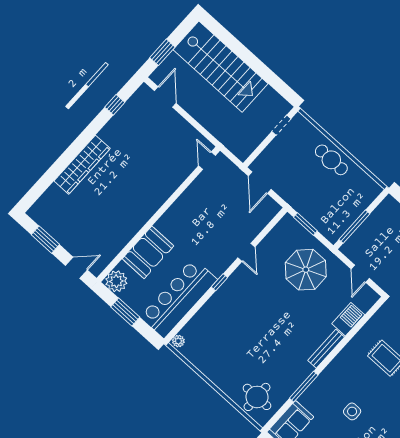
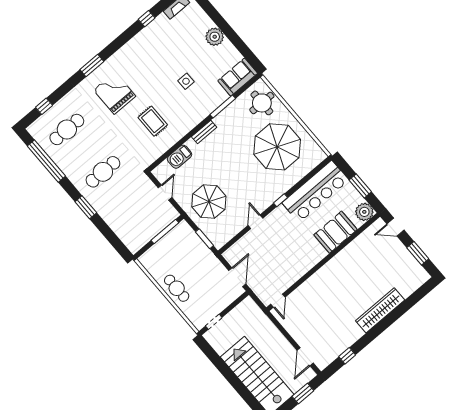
plant: (178, 341) -> (320, 157), removed
parasol: (232, 346) -> (277, 147), added
bench: (326, 349) -> (204, 132), width x0.73

